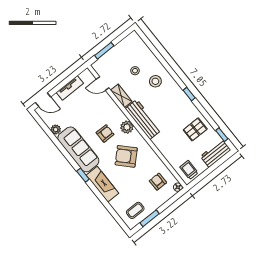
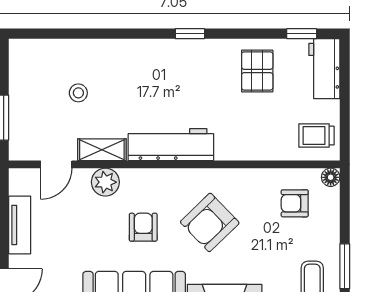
stool: (155, 81) -> (123, 73), removed
plant: (127, 127) -> (105, 182), moved

